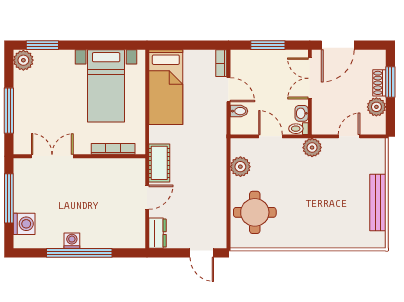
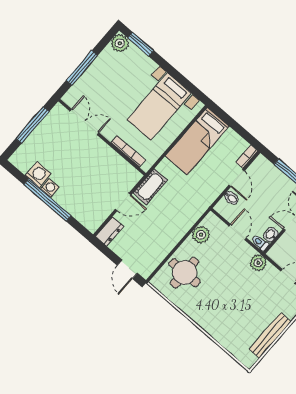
washing machine: (24, 224) -> (38, 175), moved, turned -90

